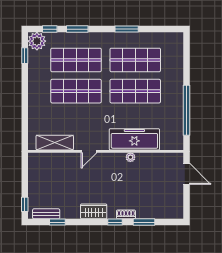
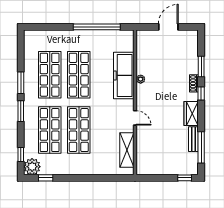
window: (77, 29) -> (21, 111), moved
door: (186, 174) -> (168, 27), moved
bench: (46, 214) -> (193, 139), moved
window: (57, 222) -> (201, 147), width x2.17

